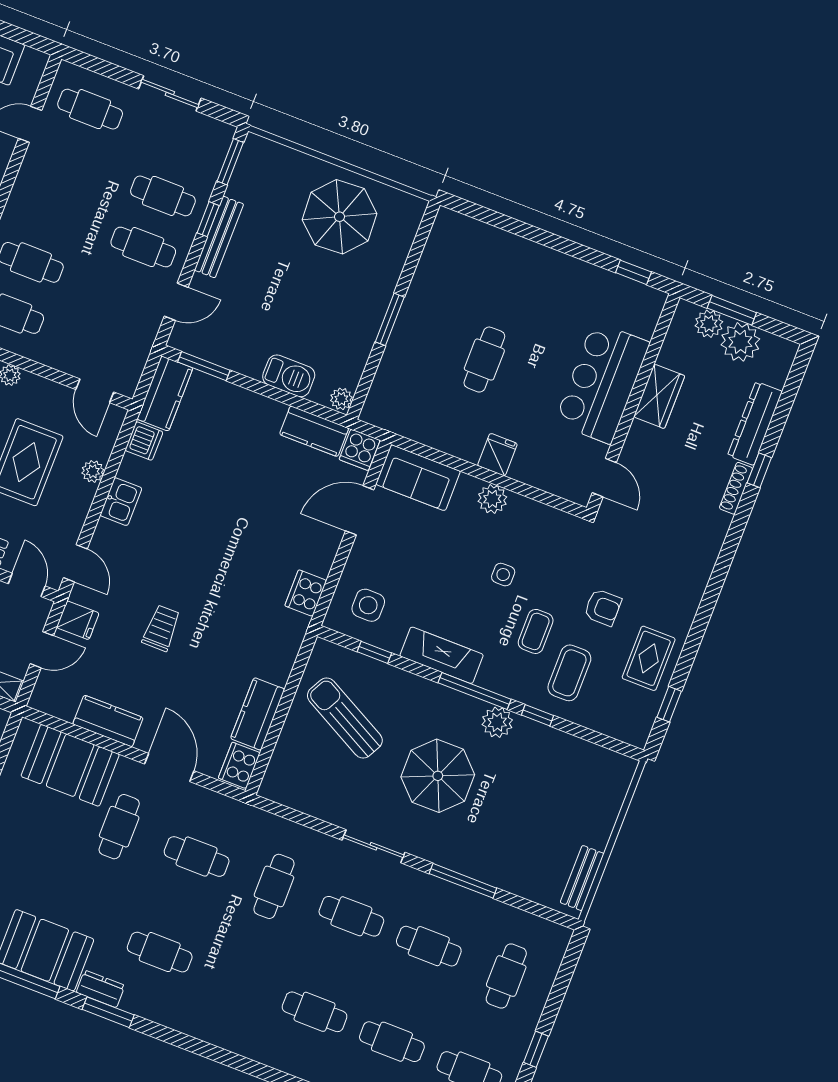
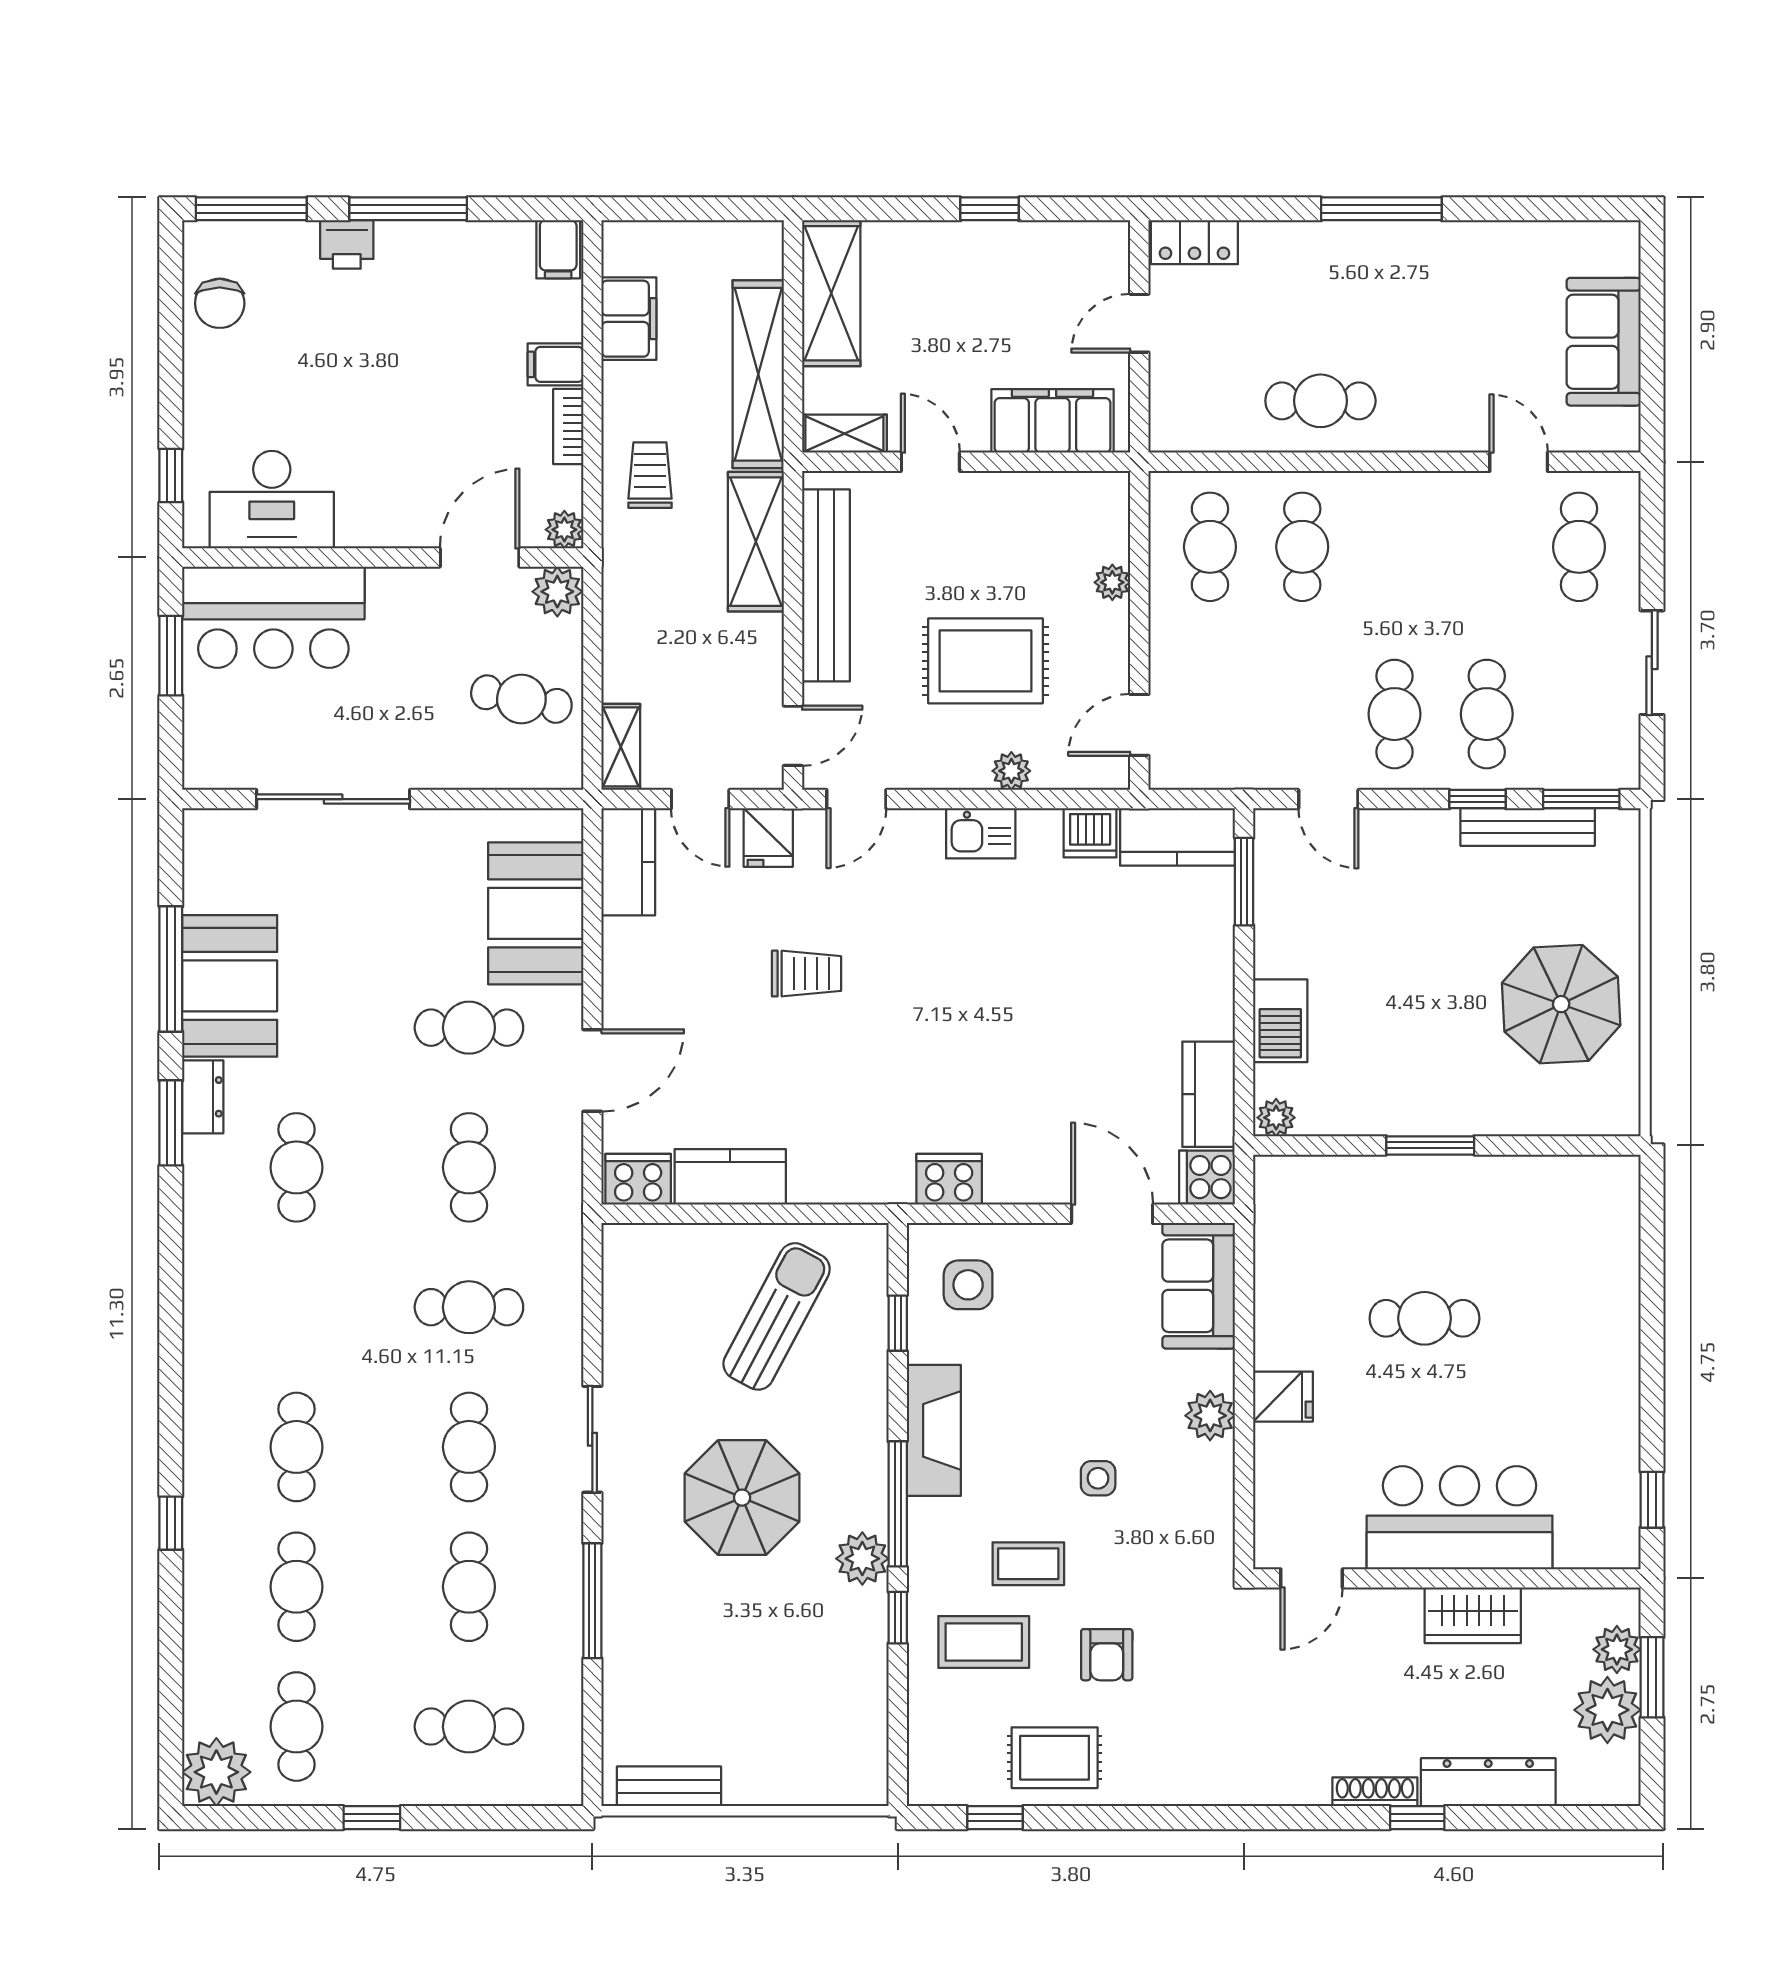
bench: (219, 237) -> (1528, 827), moved
kitchen counter: (108, 721) -> (628, 862), moved

